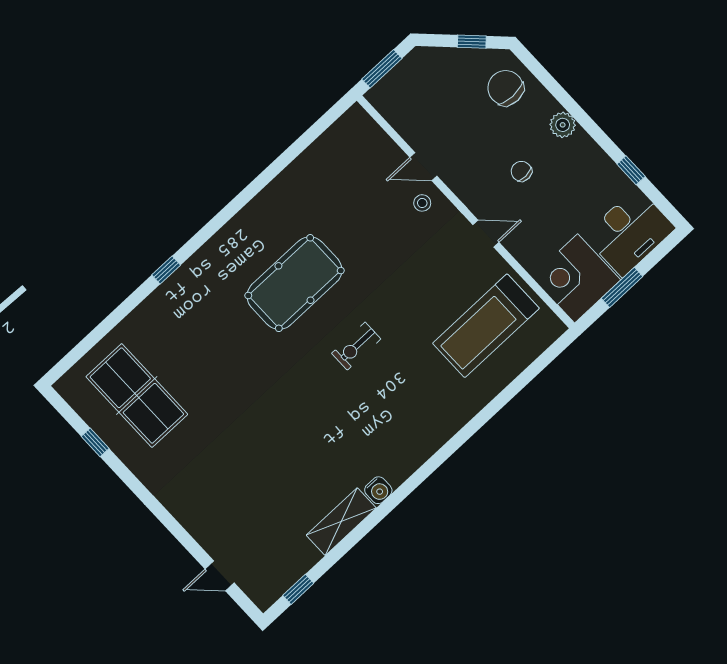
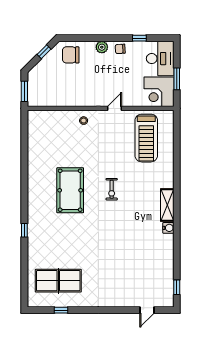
door: (423, 167) -> (71, 108), removed
chair: (521, 171) -> (120, 49), moved
shelving: (341, 522) -> (167, 205), moved

